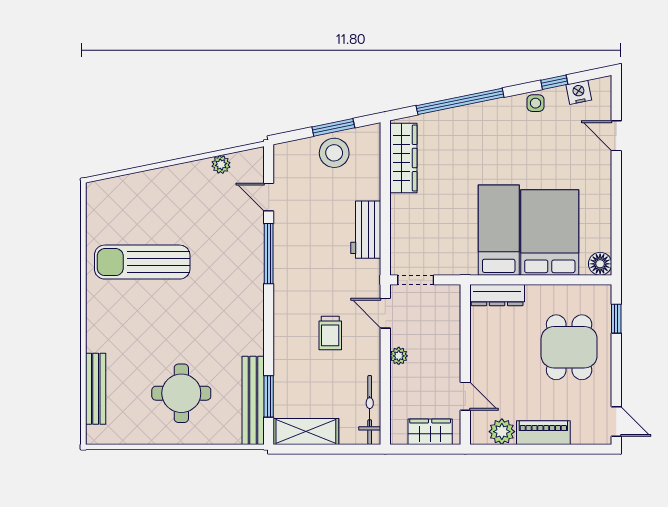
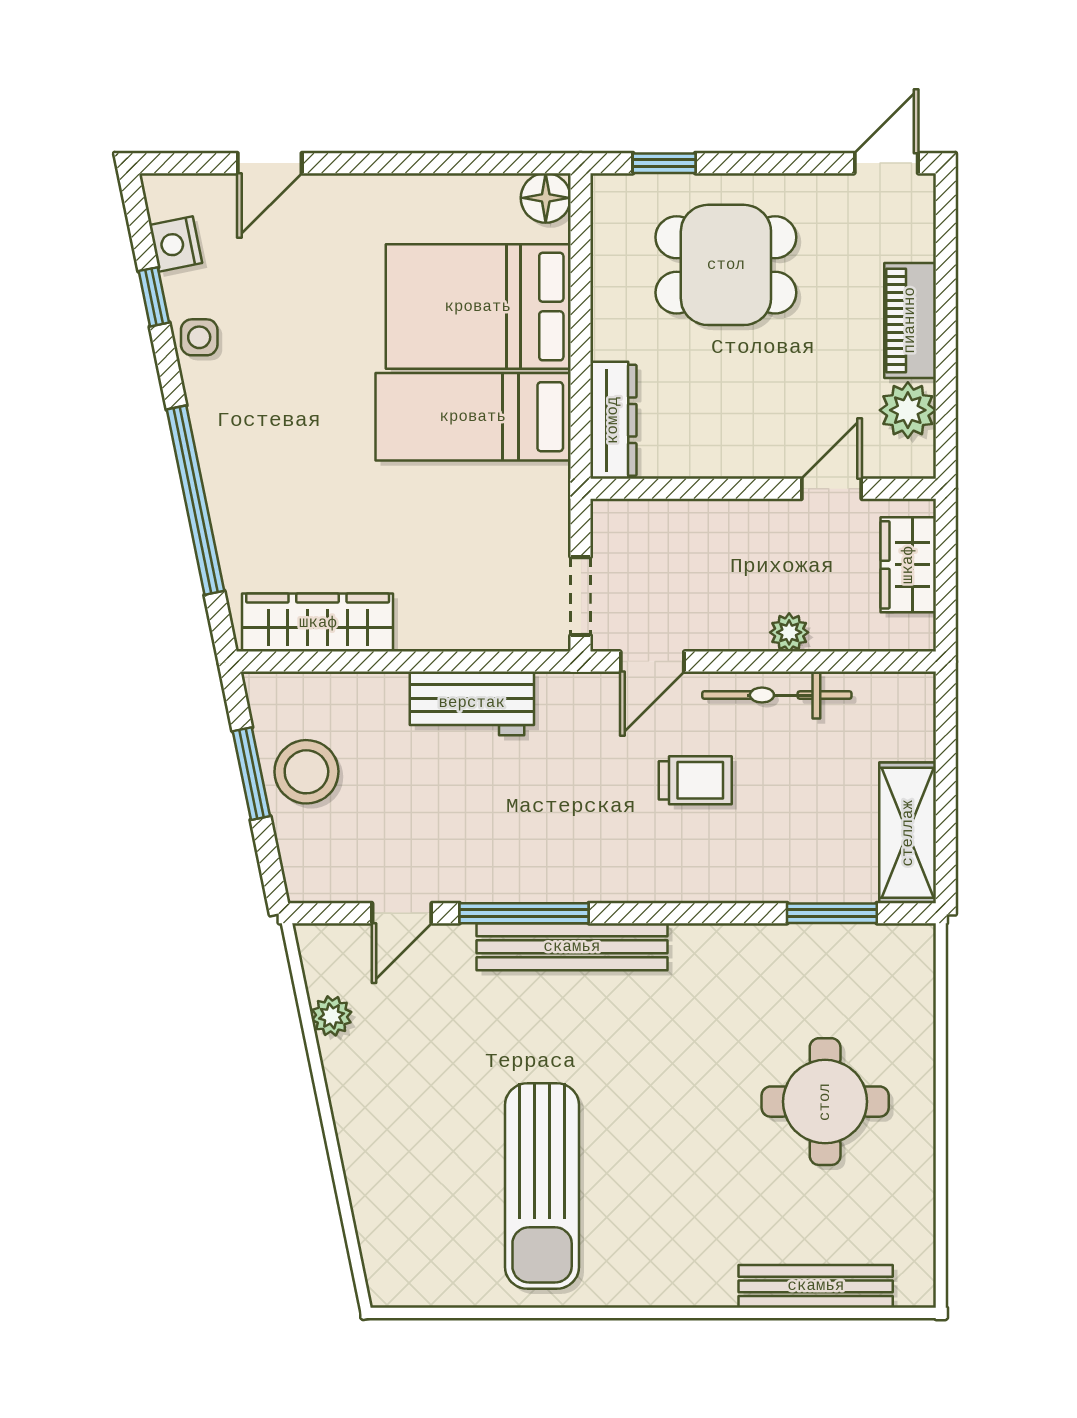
plant: (399, 356) -> (789, 632), moved
bench: (253, 400) -> (572, 947), moved
bicycle: (370, 410) -> (777, 695), moved

